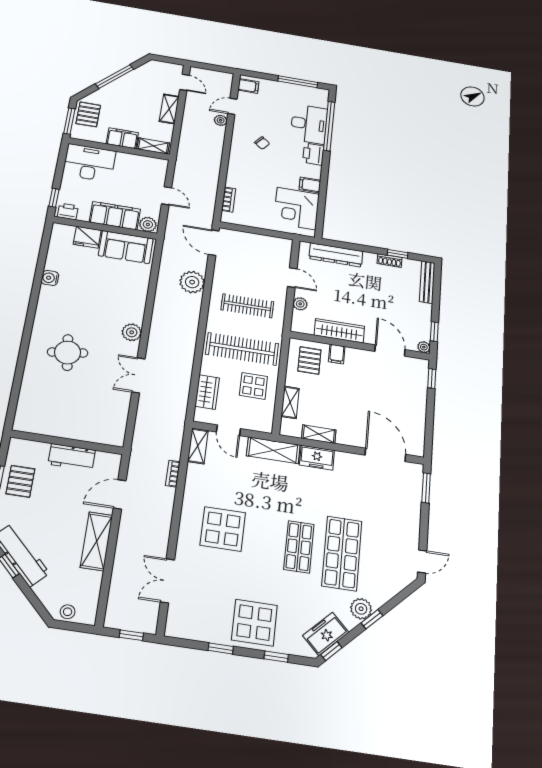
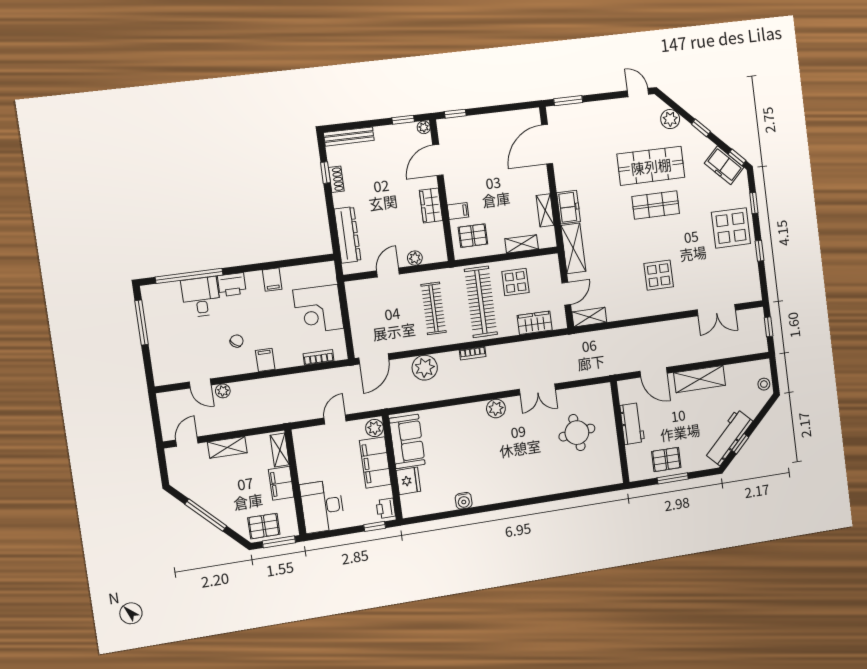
filing cabinet: (248, 86) -> (265, 360), moved
desk: (309, 124) -> (201, 297), width x0.73
corner desk: (296, 208) -> (318, 309), moved, turned 90
wardrobe: (339, 331) -> (431, 205), width x0.67
round table: (68, 352) -> (577, 433), moved
bookcase: (173, 474) -> (473, 353), moved
display table: (223, 529) -> (659, 275), width x0.73, depth x0.73
plant: (361, 609) -> (670, 119), moved

